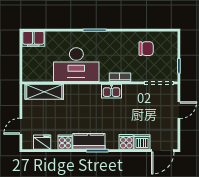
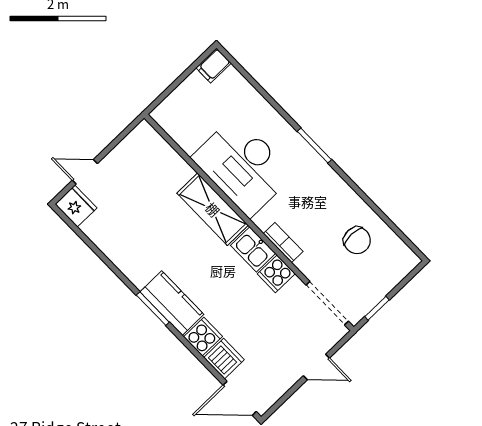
filing cabinet: (33, 39) -> (213, 65), width x0.50
shelving: (44, 92) -> (213, 209), moved
kitchen counter: (89, 141) -> (172, 303), moved
fridge: (42, 142) -> (76, 206), moved
cooker: (65, 142) -> (276, 274), moved, turned 180

